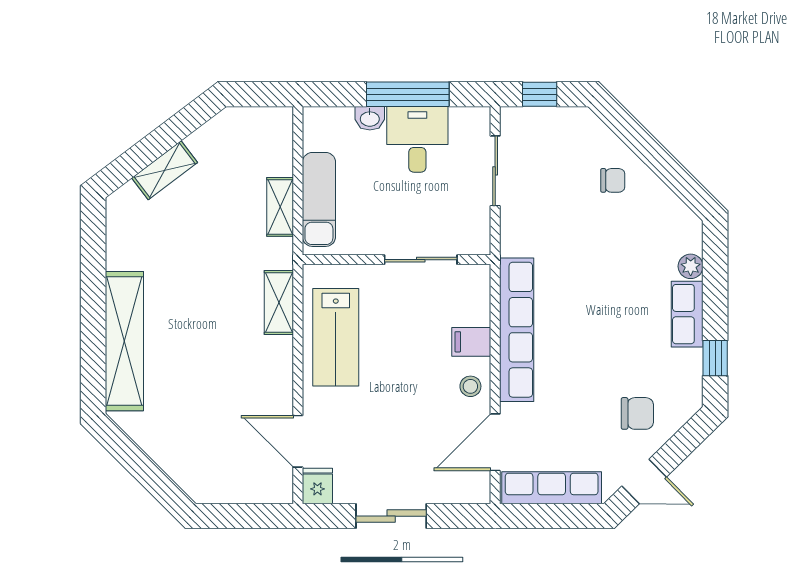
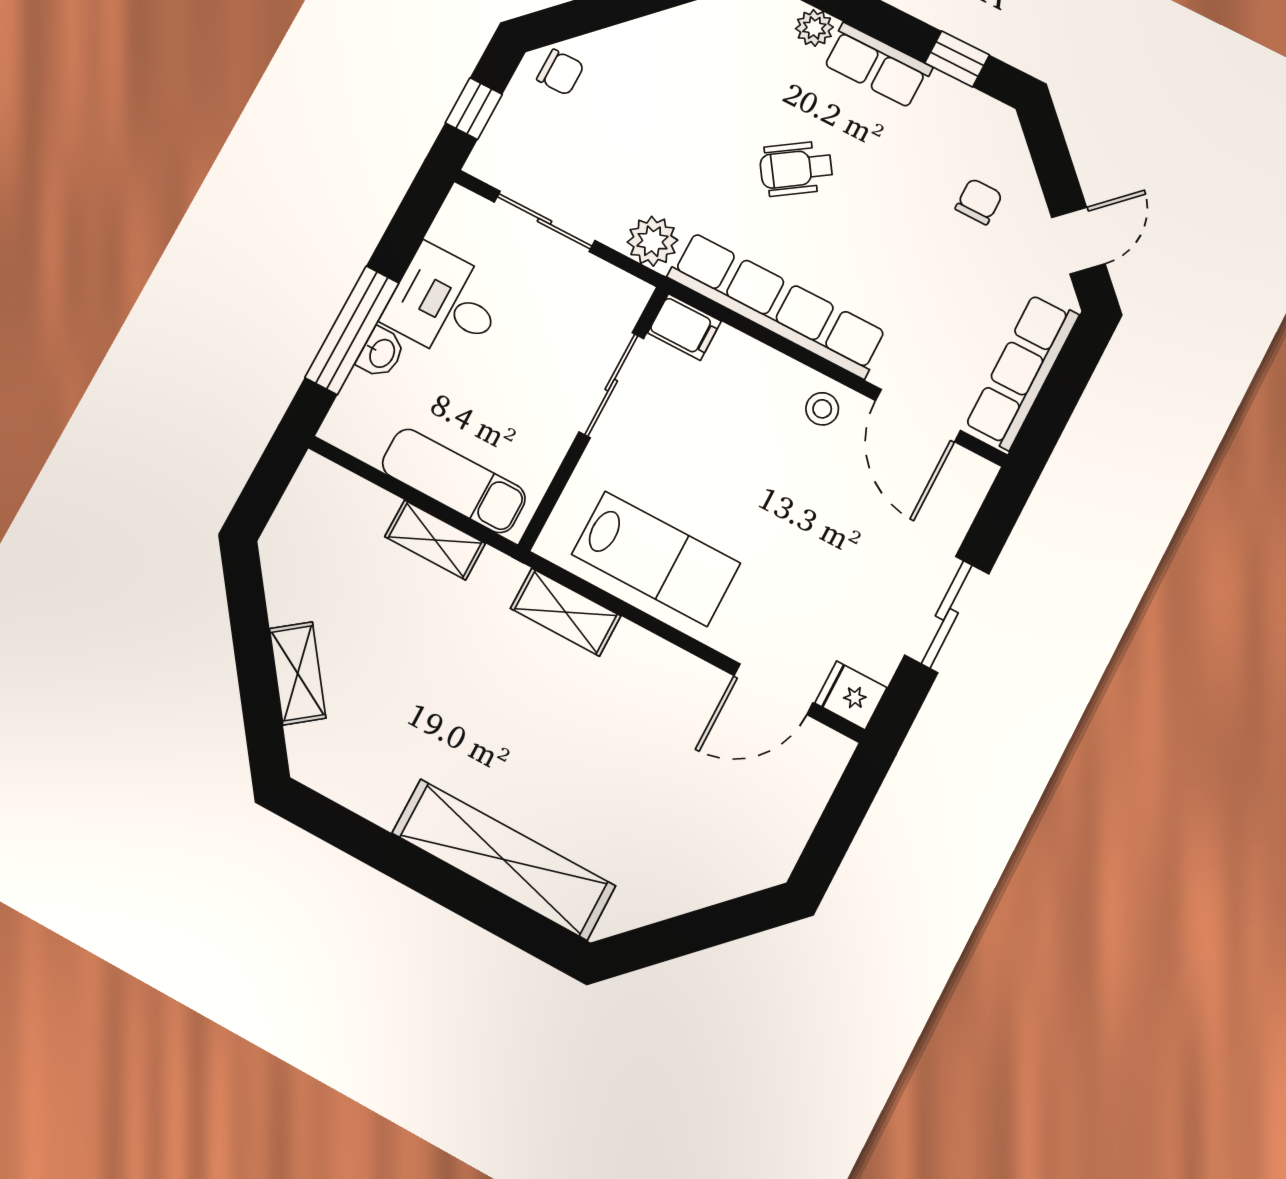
window: (408, 94) -> (352, 330), moved
chair: (613, 180) -> (560, 72), moved, turned 90
plant: (516, 239) -> (652, 241), added
wheelchair: (602, 299) -> (796, 169), added
filing cabinet: (471, 342) -> (684, 327), moved, turned -90
chair: (637, 413) -> (979, 201), width x0.73, depth x0.73

